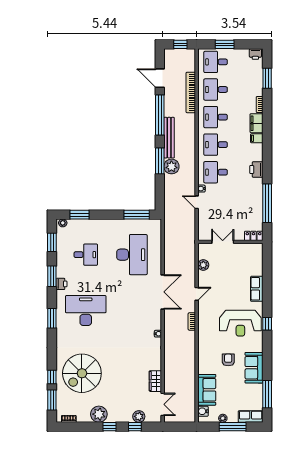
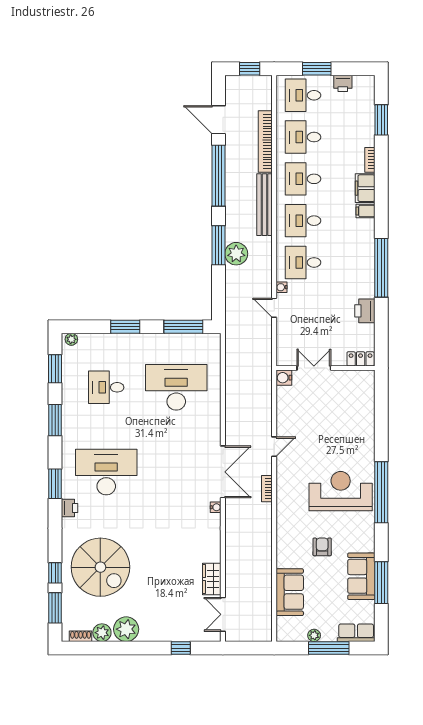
printer: (255, 54) -> (343, 83), moved
bench: (169, 138) -> (265, 205), moved
printer: (256, 169) -> (365, 311), moved
window: (267, 203) -> (381, 268), moved
window: (79, 215) -> (125, 327), moved
desk: (86, 255) -> (106, 387), turned 180
desk: (132, 255) -> (176, 387), turned -90
plant: (203, 265) -> (284, 403), removed
printer: (62, 284) -> (69, 508), moved
row of seats: (257, 289) -> (366, 439), removed
double door: (163, 292) -> (223, 472), moved
reception desk: (240, 323) -> (341, 491), turned 180
window: (267, 324) -> (381, 492), width x3.17
sofa: (254, 368) -> (361, 576), moved
spiral stairs: (82, 373) -> (100, 567), turned -90
window: (267, 394) -> (381, 583), moved
double door: (163, 404) -> (223, 614), swing flipped
water cooler: (203, 411) -> (284, 378), moved
plant: (139, 416) -> (102, 633), moved
window: (110, 427) -> (142, 648), removed

